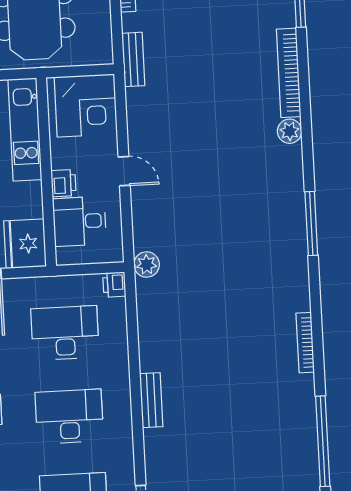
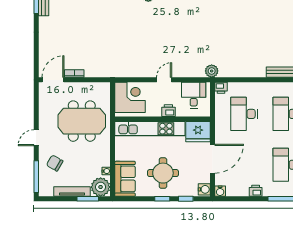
bench: (133, 59) -> (108, 72), removed
kitchen unit: (25, 130) -> (150, 129), width x1.36
desk: (79, 221) -> (194, 95), moved, turned 180

